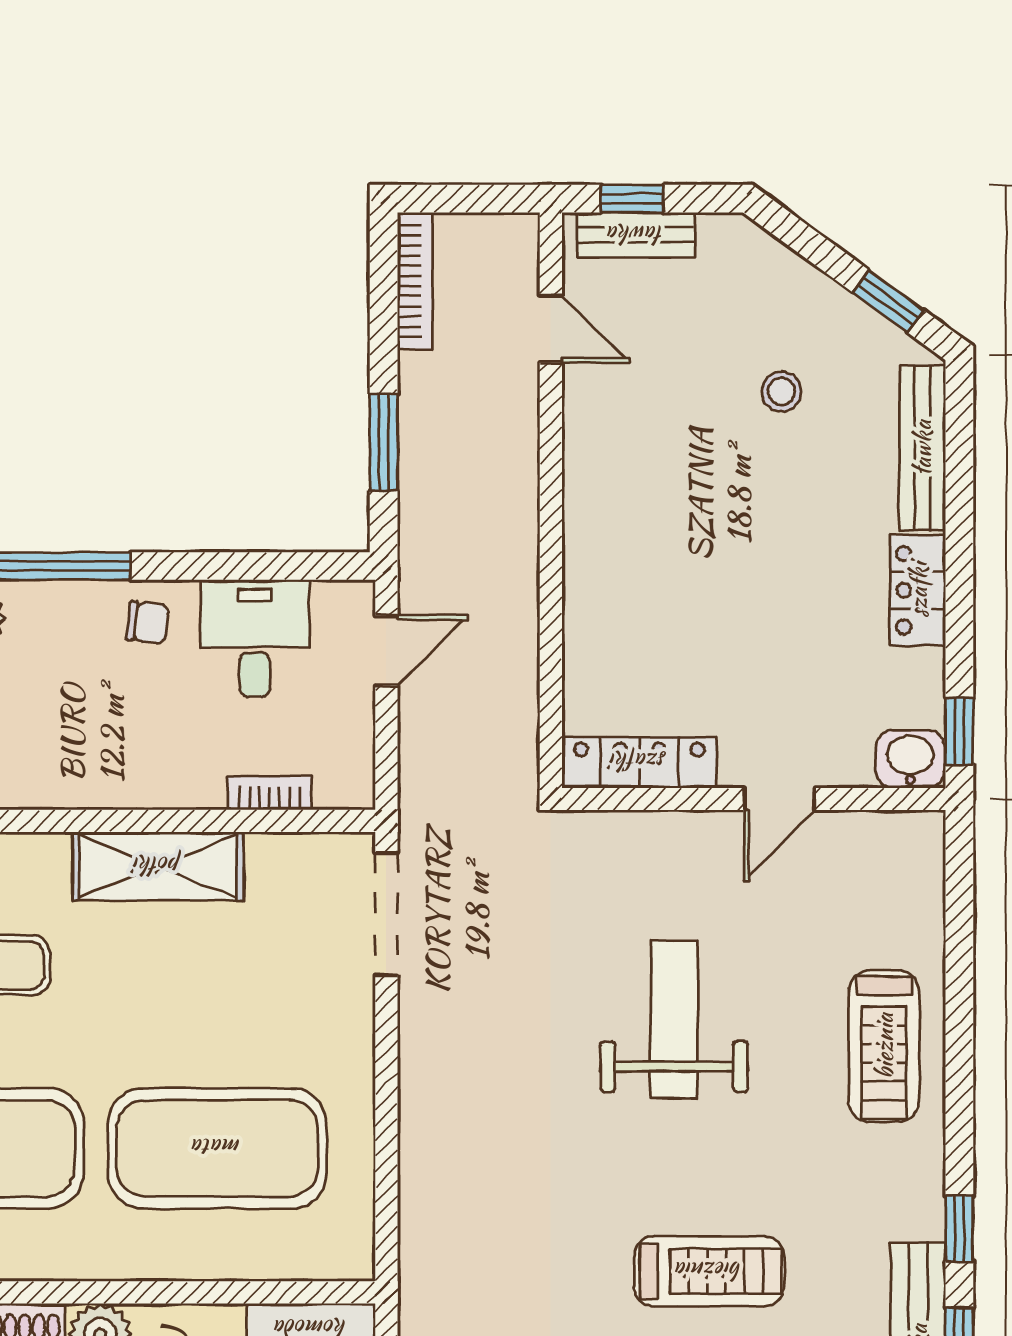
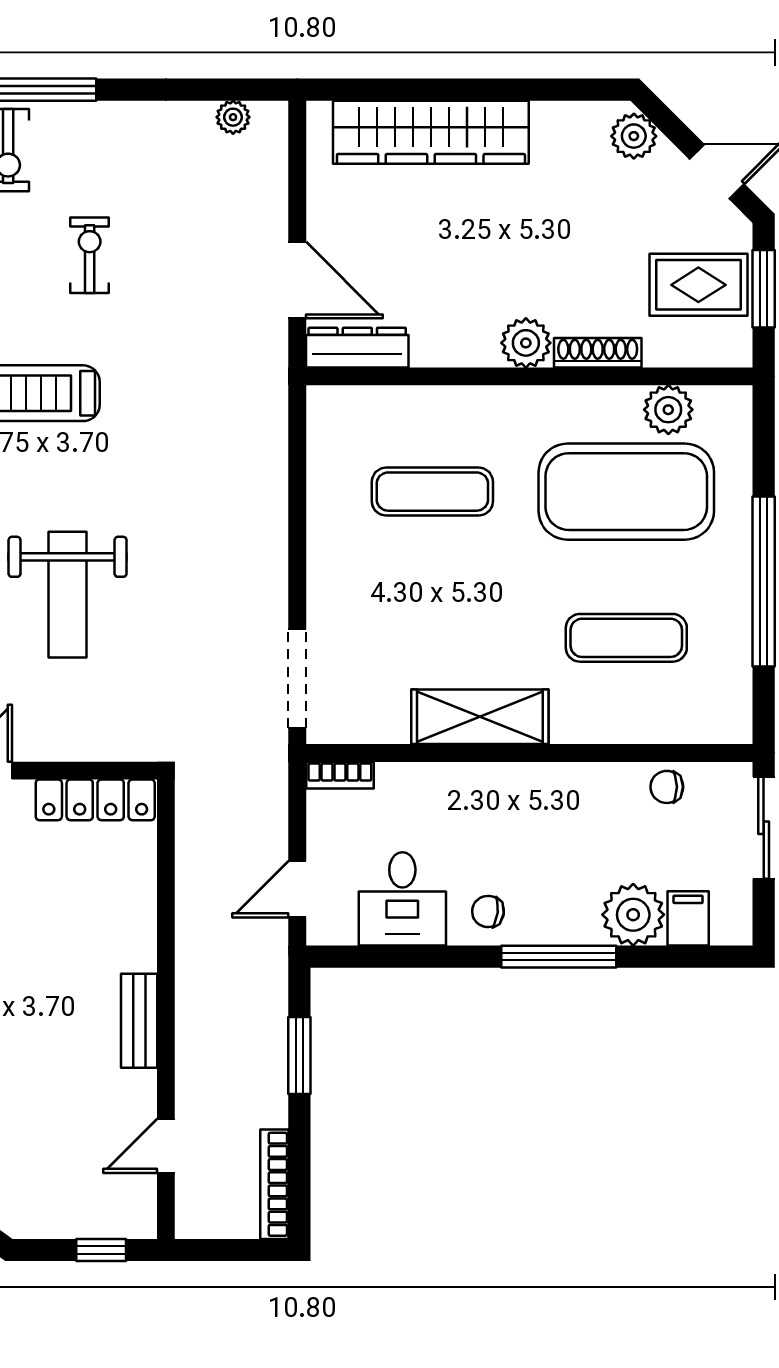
bench: (636, 235) -> (139, 1021), moved, turned 90
door: (551, 329) -> (166, 1146), hinge flipped
bookcase: (269, 793) -> (340, 775), moved
exercise mat: (217, 1148) -> (432, 492), width x0.50, depth x0.69

